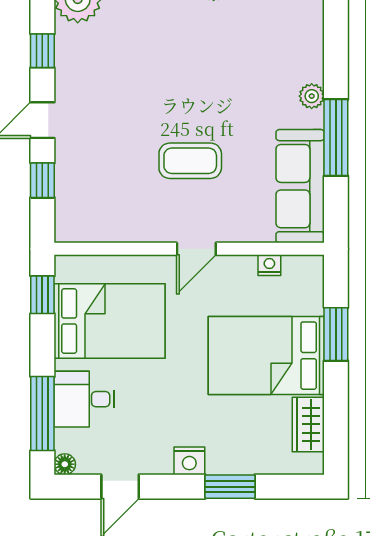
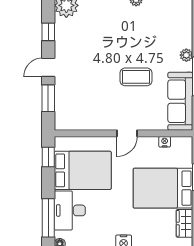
coffee table: (190, 161) -> (136, 77), moved
window: (42, 180) -> (48, 98), width x1.50
desk: (84, 399) -> (70, 210), width x1.37

